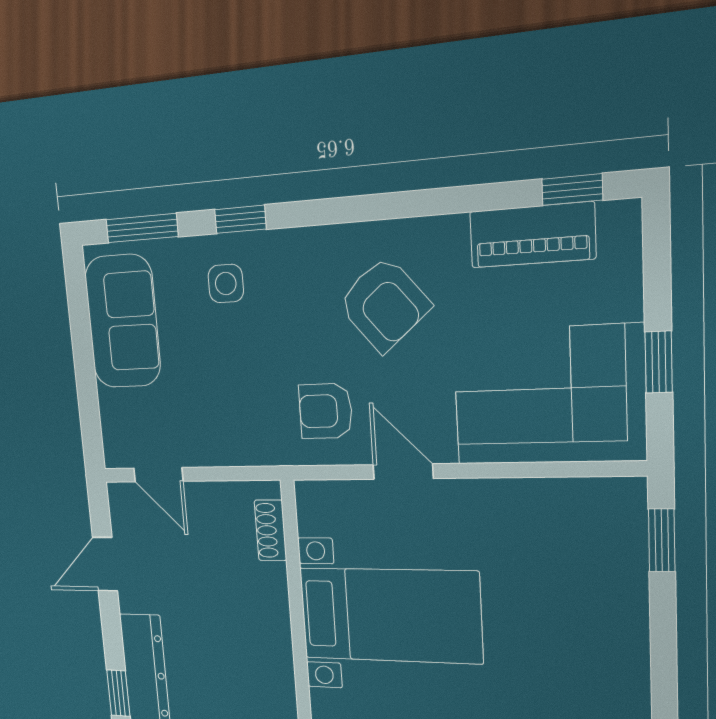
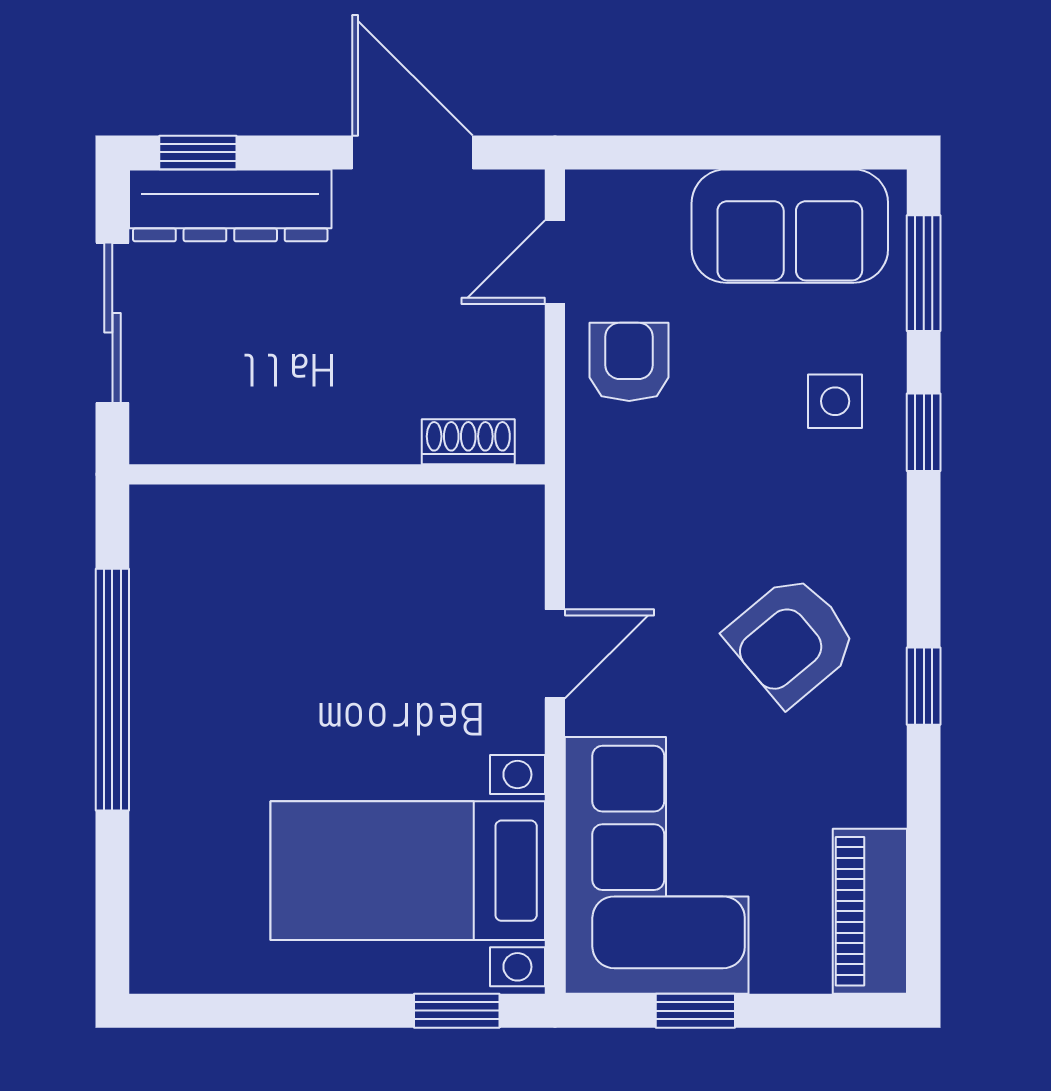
window: (572, 190) -> (924, 686), moved
piano: (532, 235) -> (870, 911), moved
armchair: (326, 411) -> (629, 362), moved
door: (105, 564) -> (412, 152), width x1.38
bed with nightstands: (390, 615) -> (408, 871), moved, turned 90

